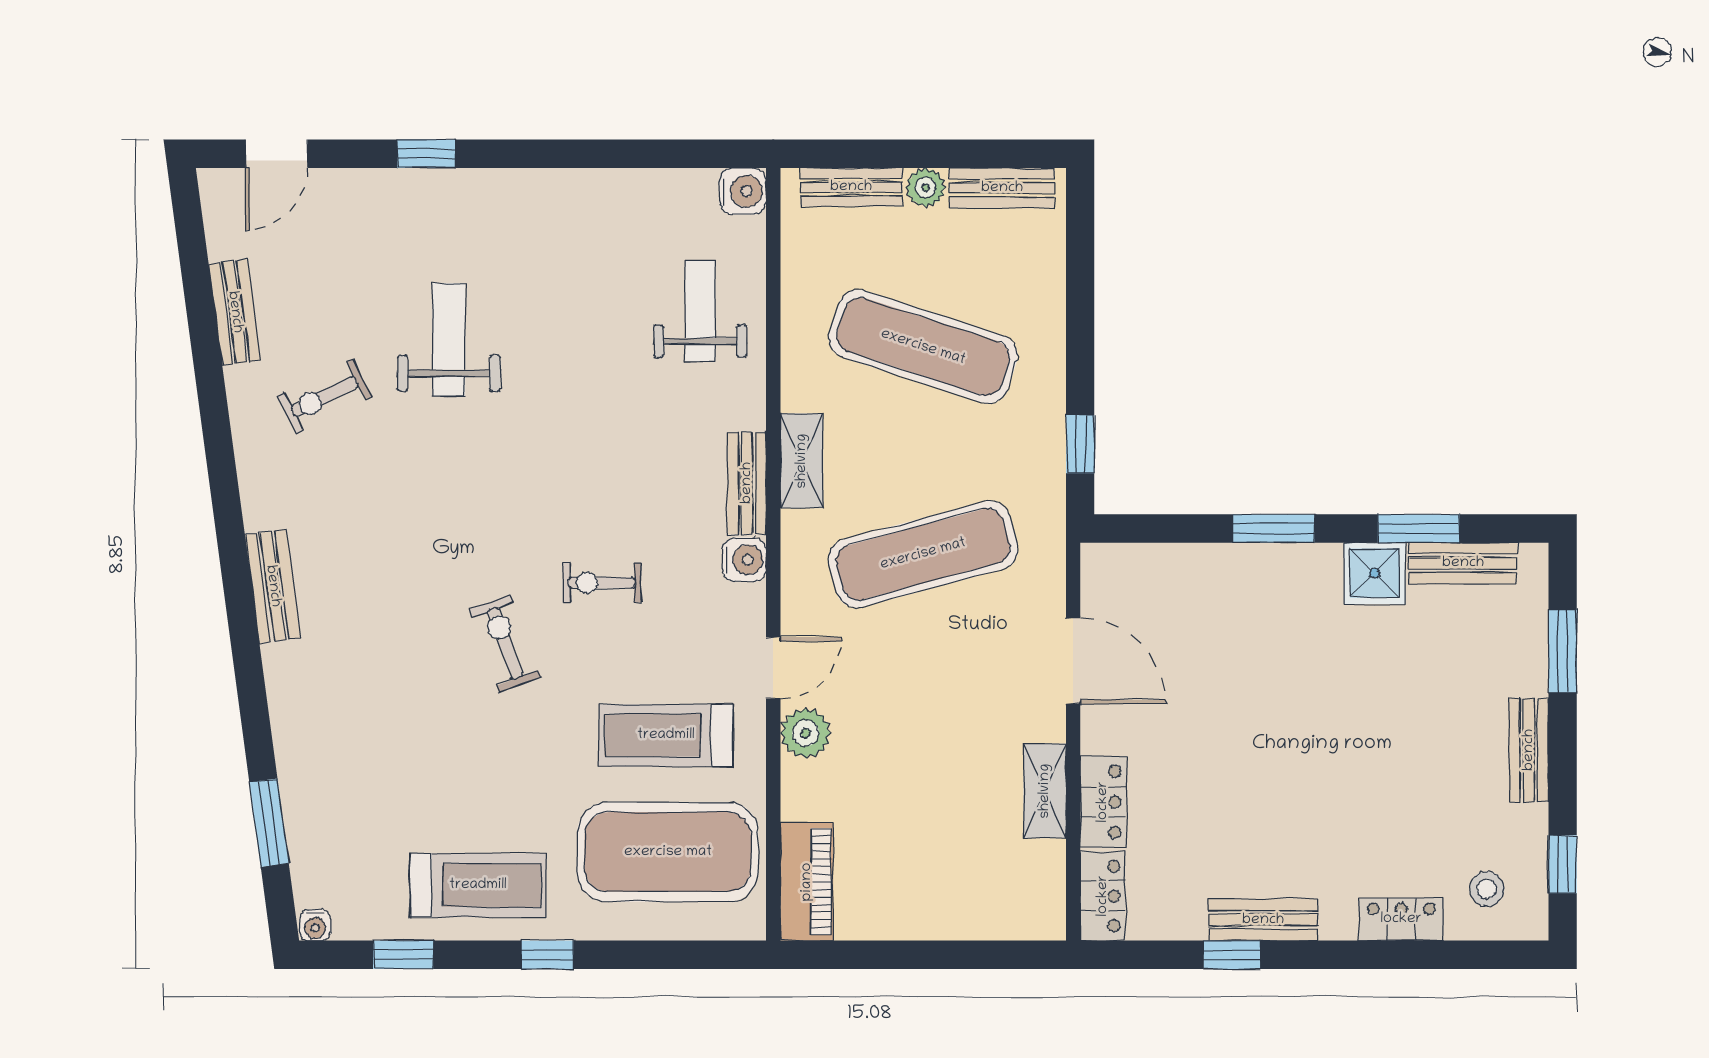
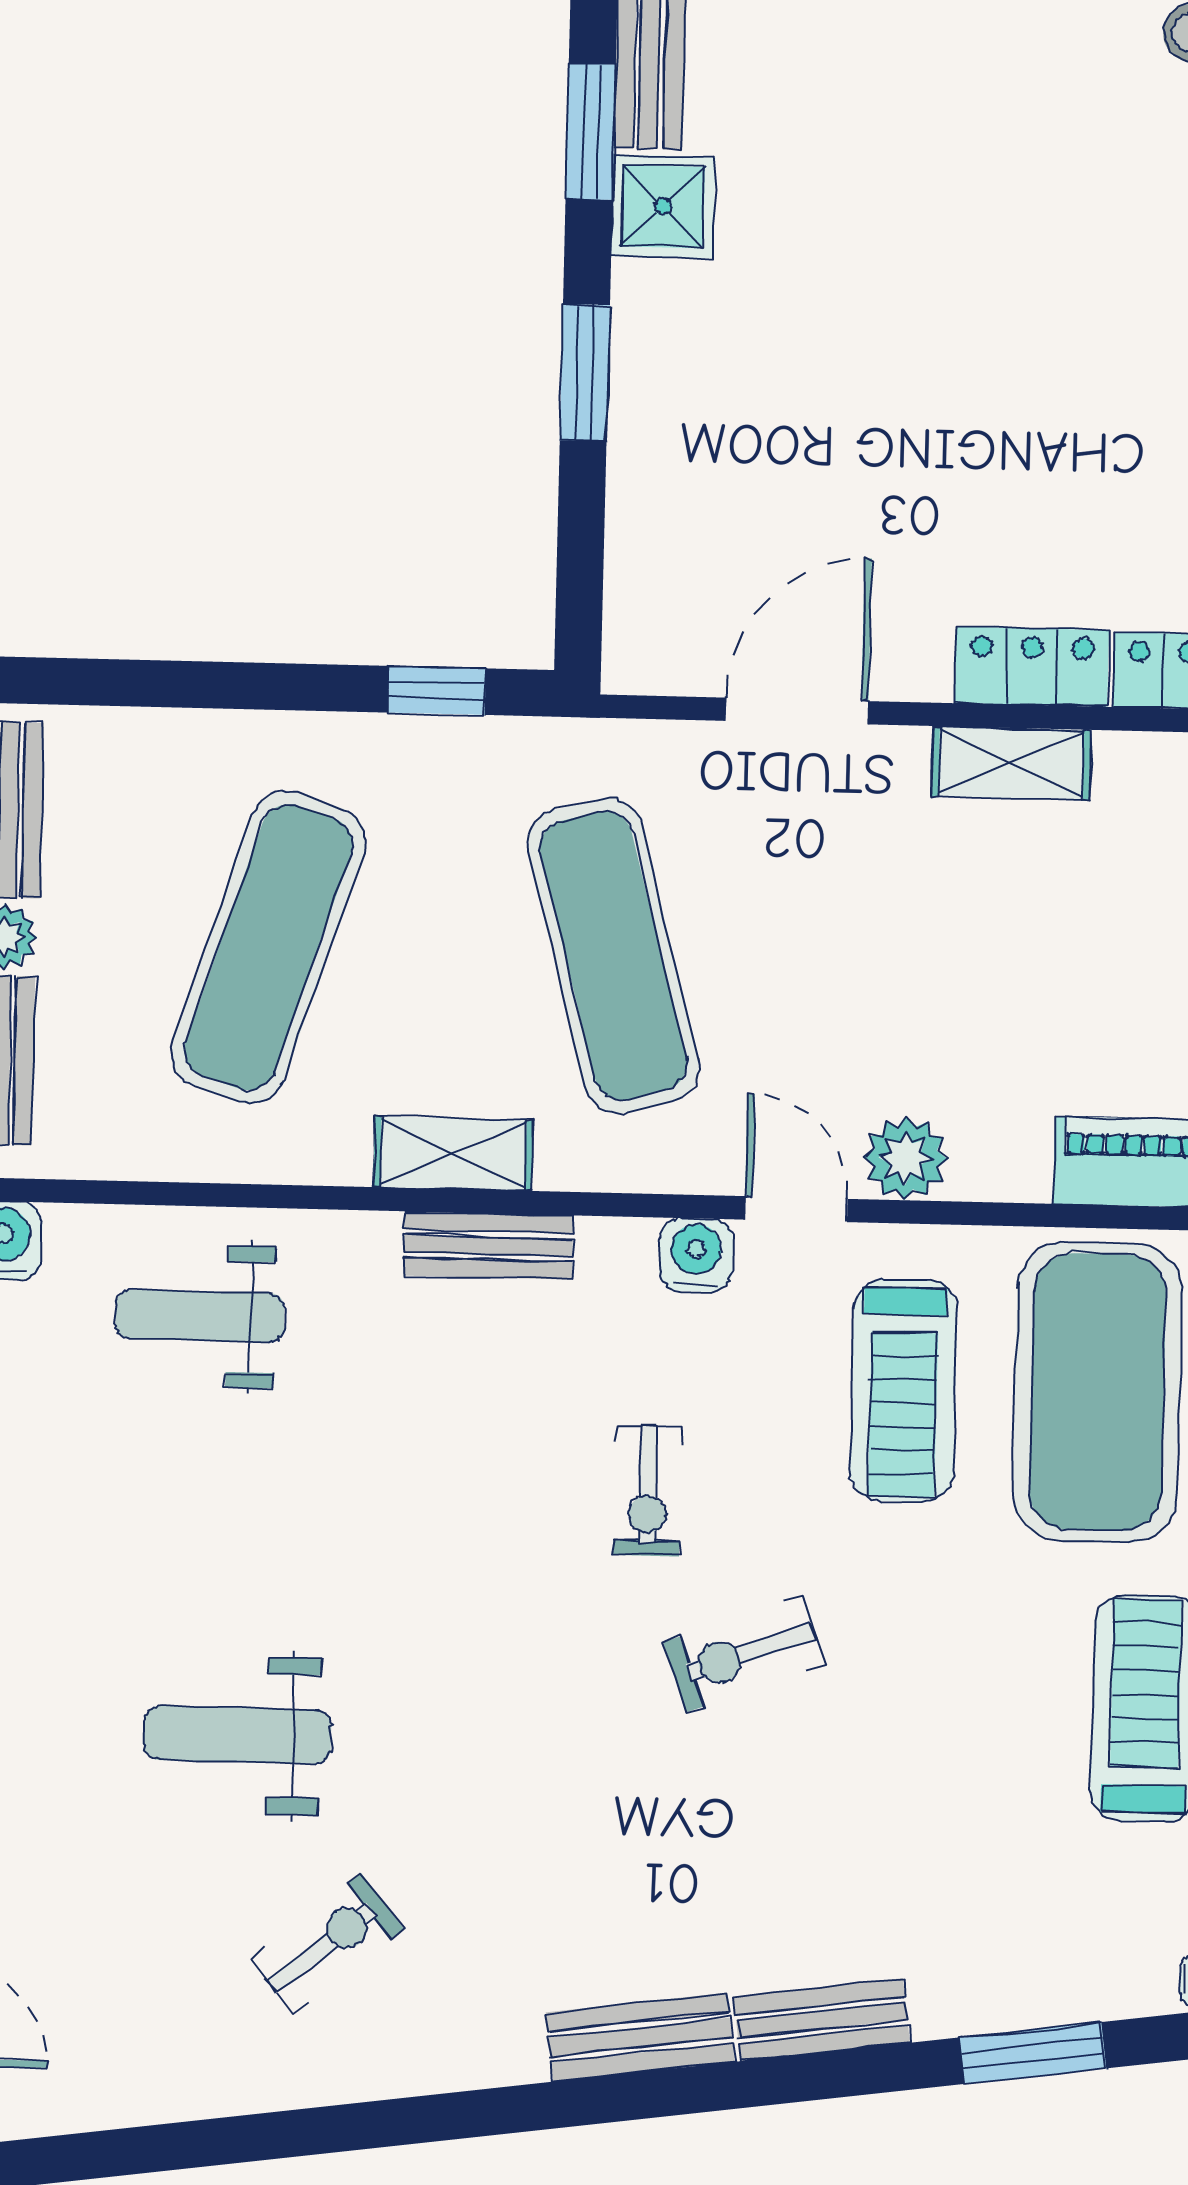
bench: (235, 312) -> (822, 2020), moved
exercise bike: (324, 397) -> (327, 1944), turned -103
water cooler: (744, 560) -> (696, 1255), moved

